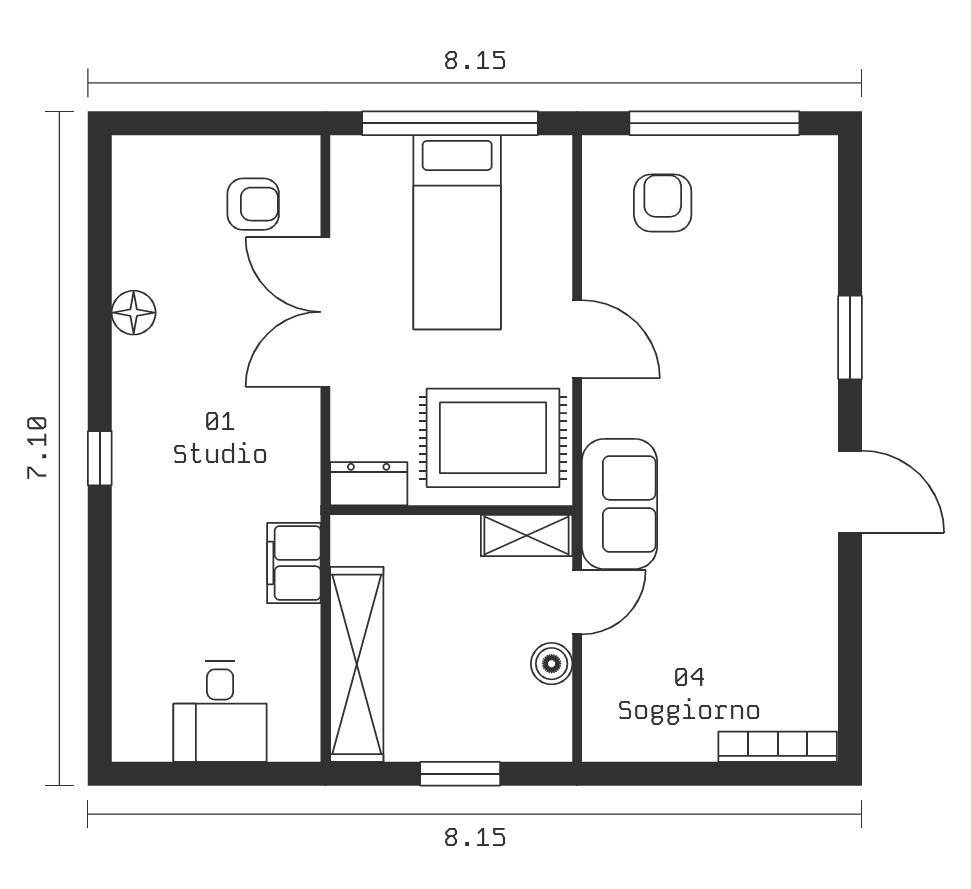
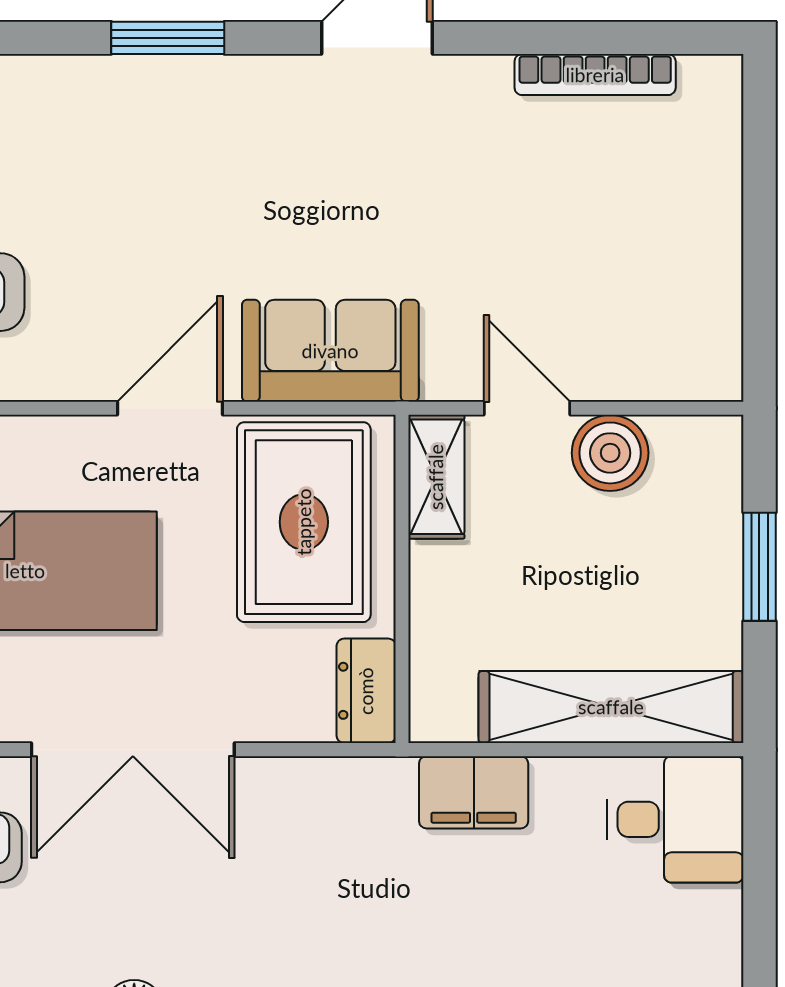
sofa: (619, 504) -> (330, 351), moved
boiler: (552, 664) -> (610, 453), width x1.36, depth x1.36
desk: (220, 712) -> (675, 819), moved
bookcase: (778, 747) -> (595, 75), moved, turned -90

